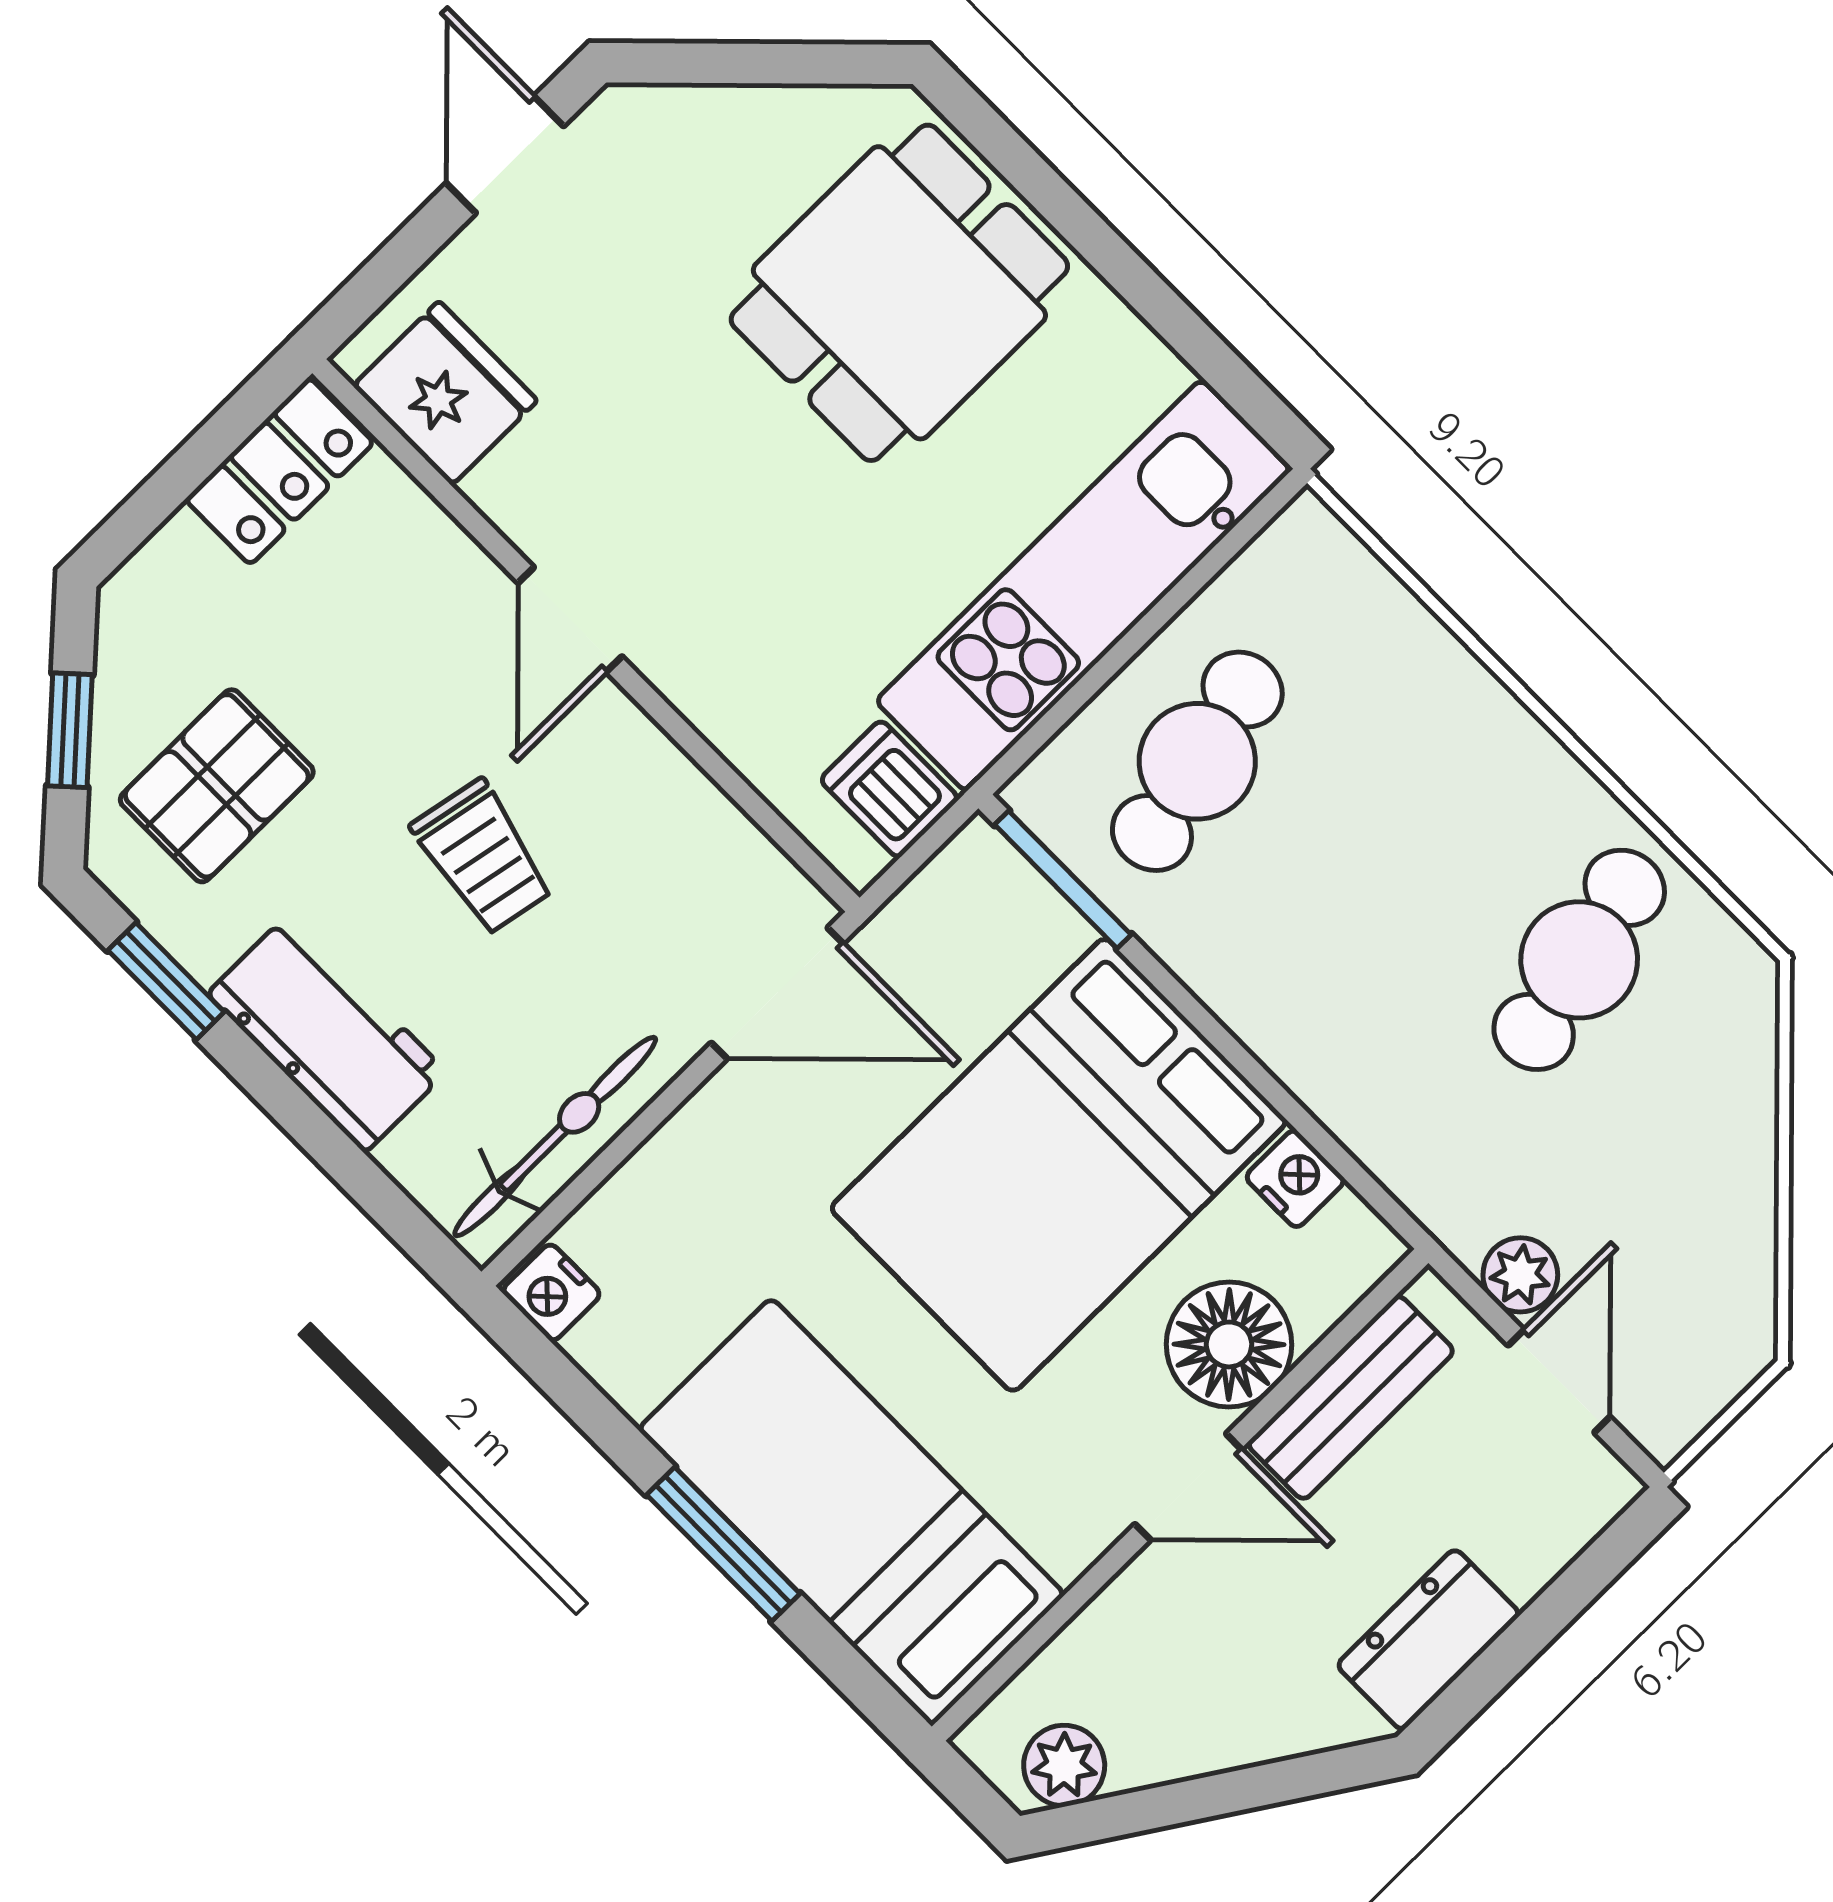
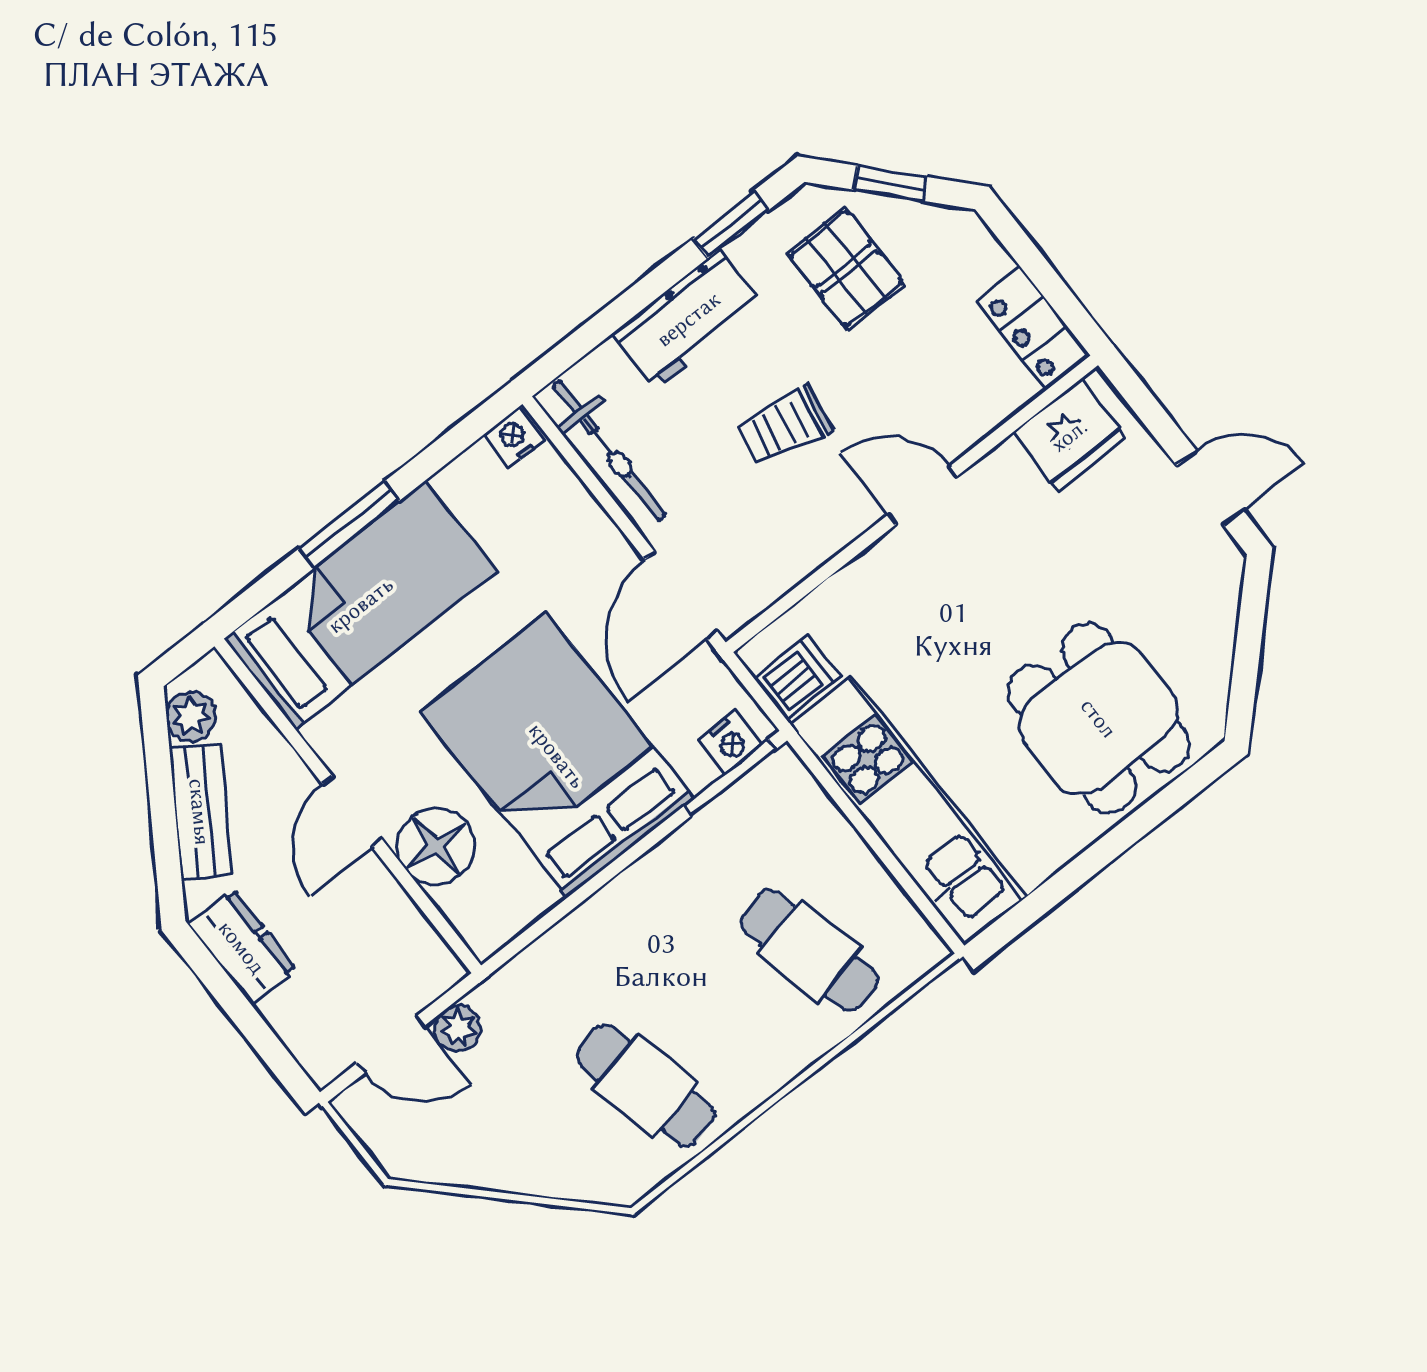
cafe table: (1197, 761) -> (809, 950), moved
nightstand: (1295, 1179) -> (730, 742), moved
bench: (1351, 1398) -> (200, 812), moved, turned 33

